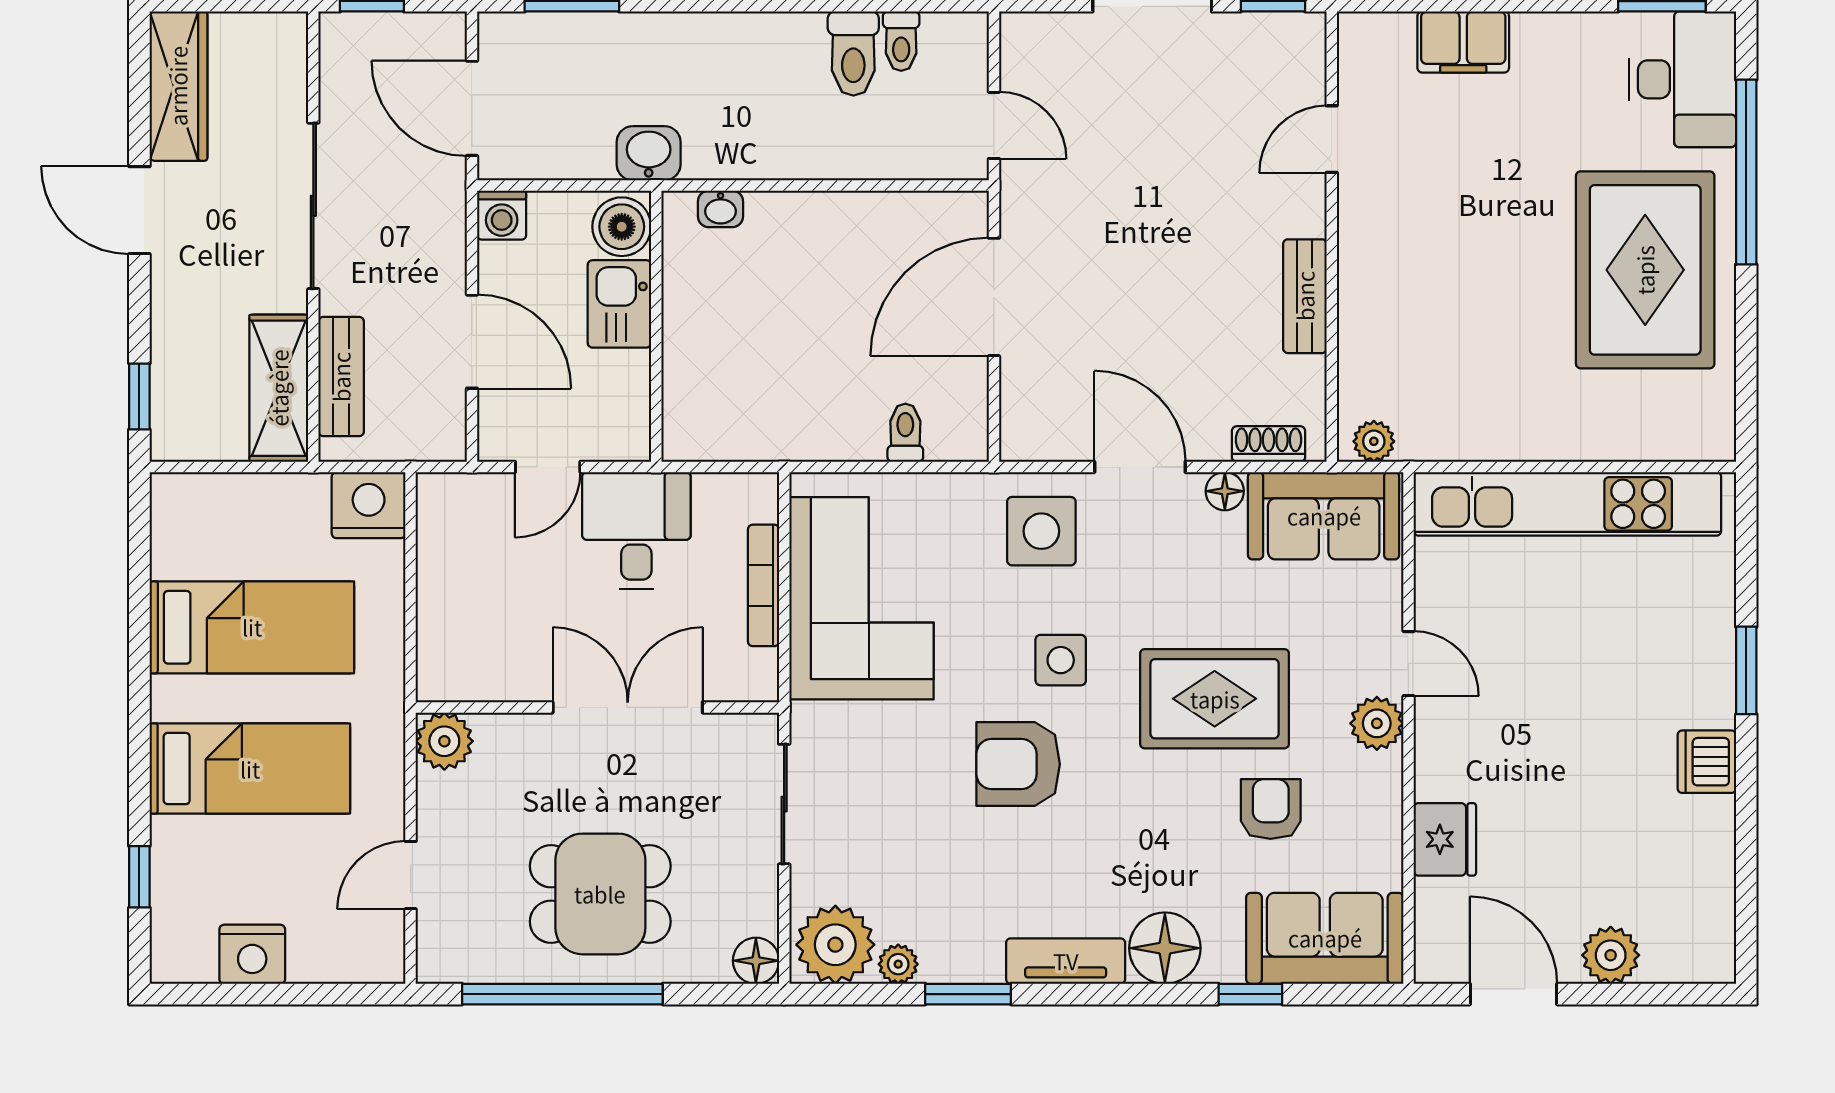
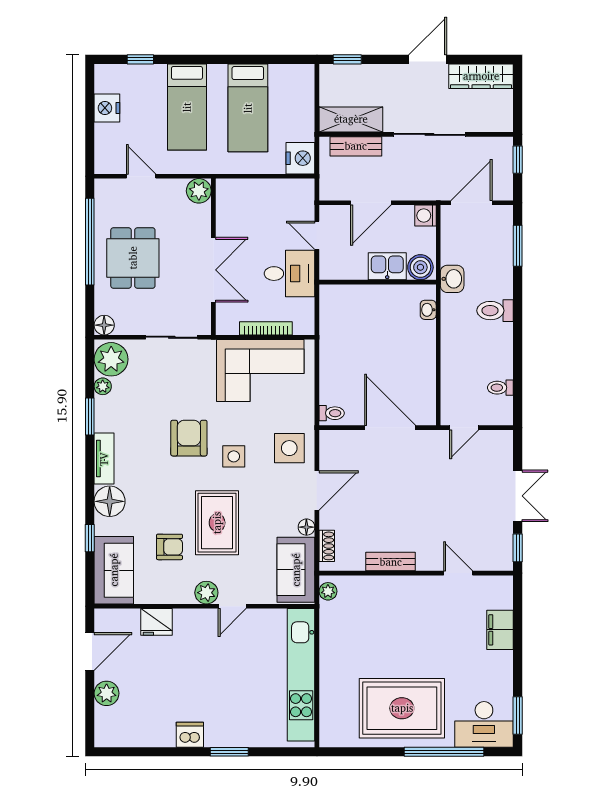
toilet: (853, 54) -> (495, 311), moved
toilet: (905, 433) -> (332, 413), moved

